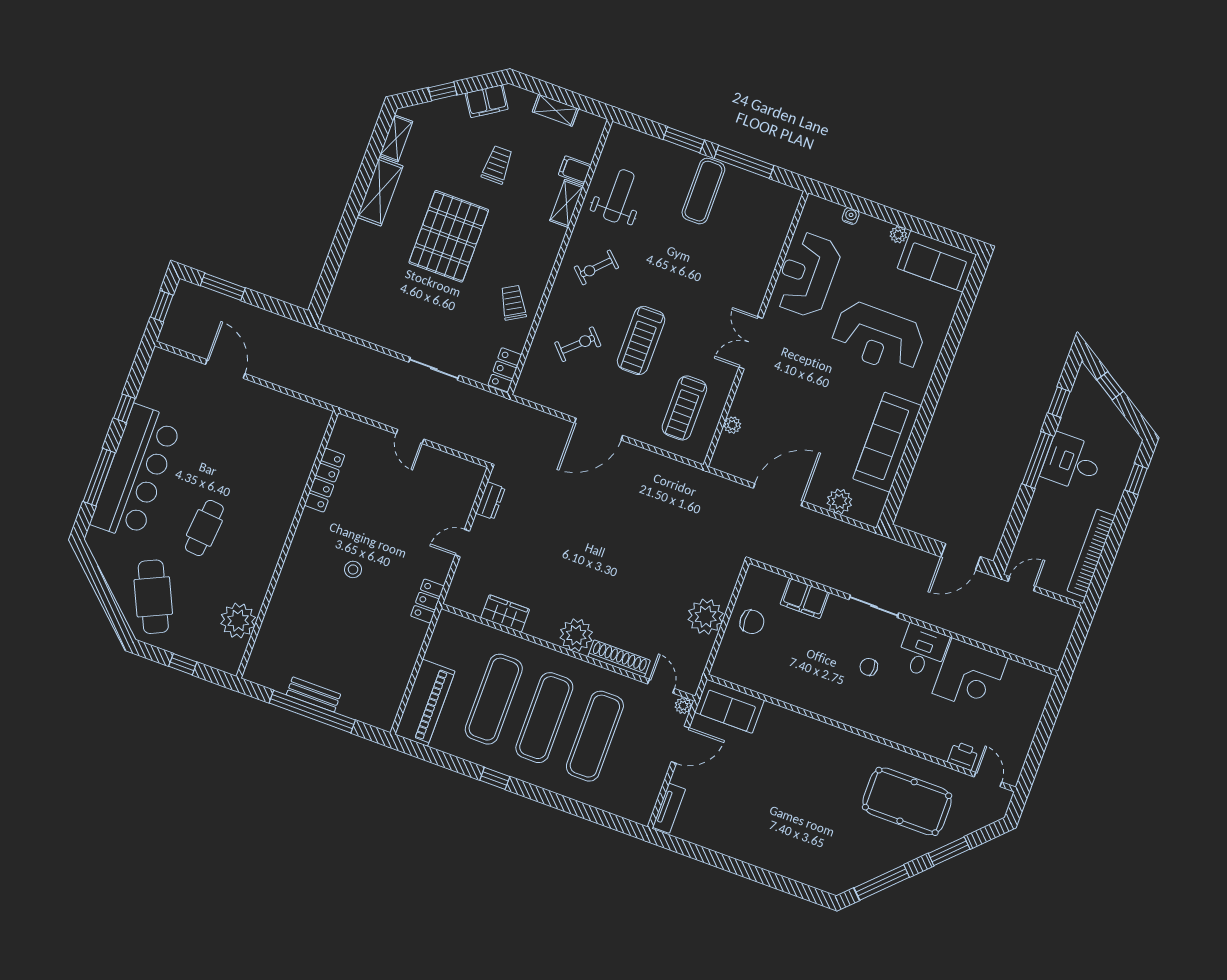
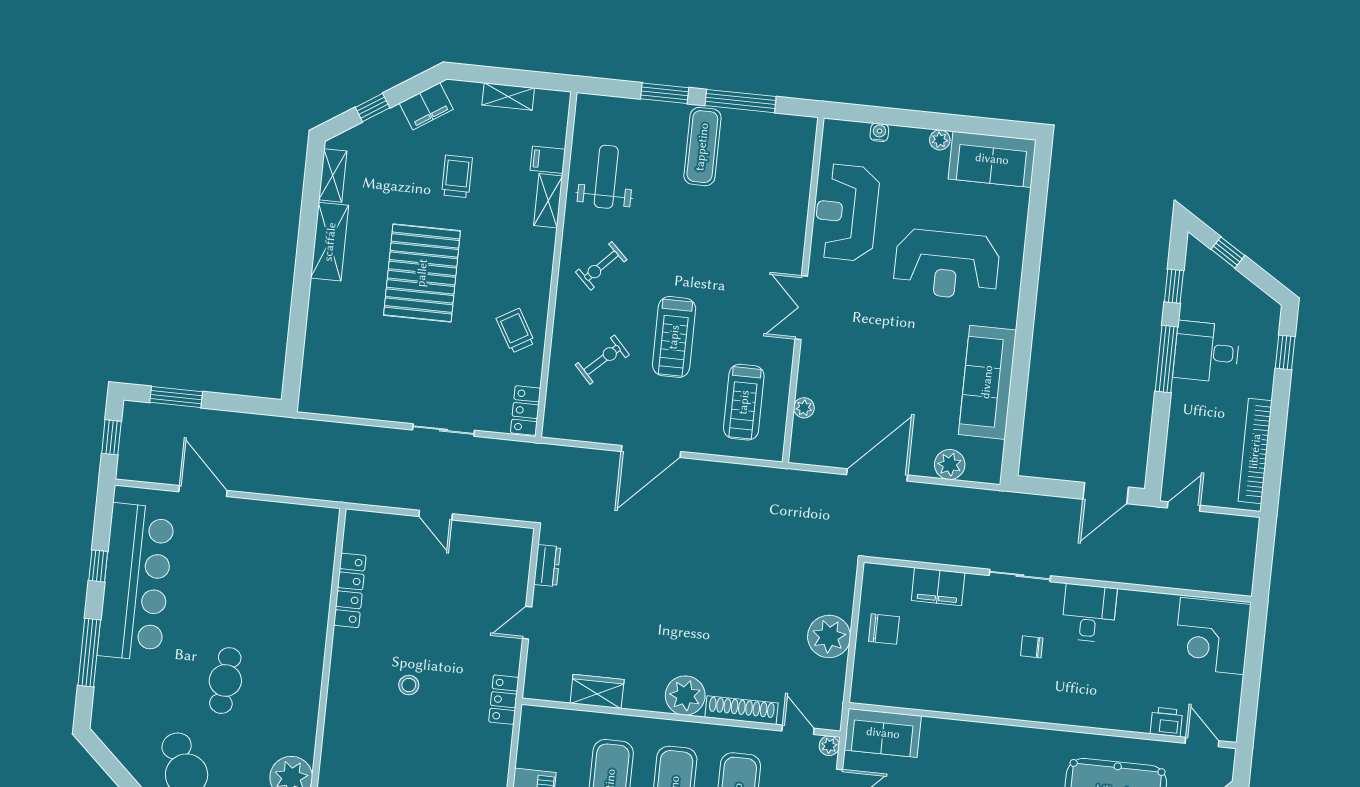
bar counter: (136, 472) -> (136, 582), moved
corner desk: (970, 676) -> (1212, 636), moved, turned 90

